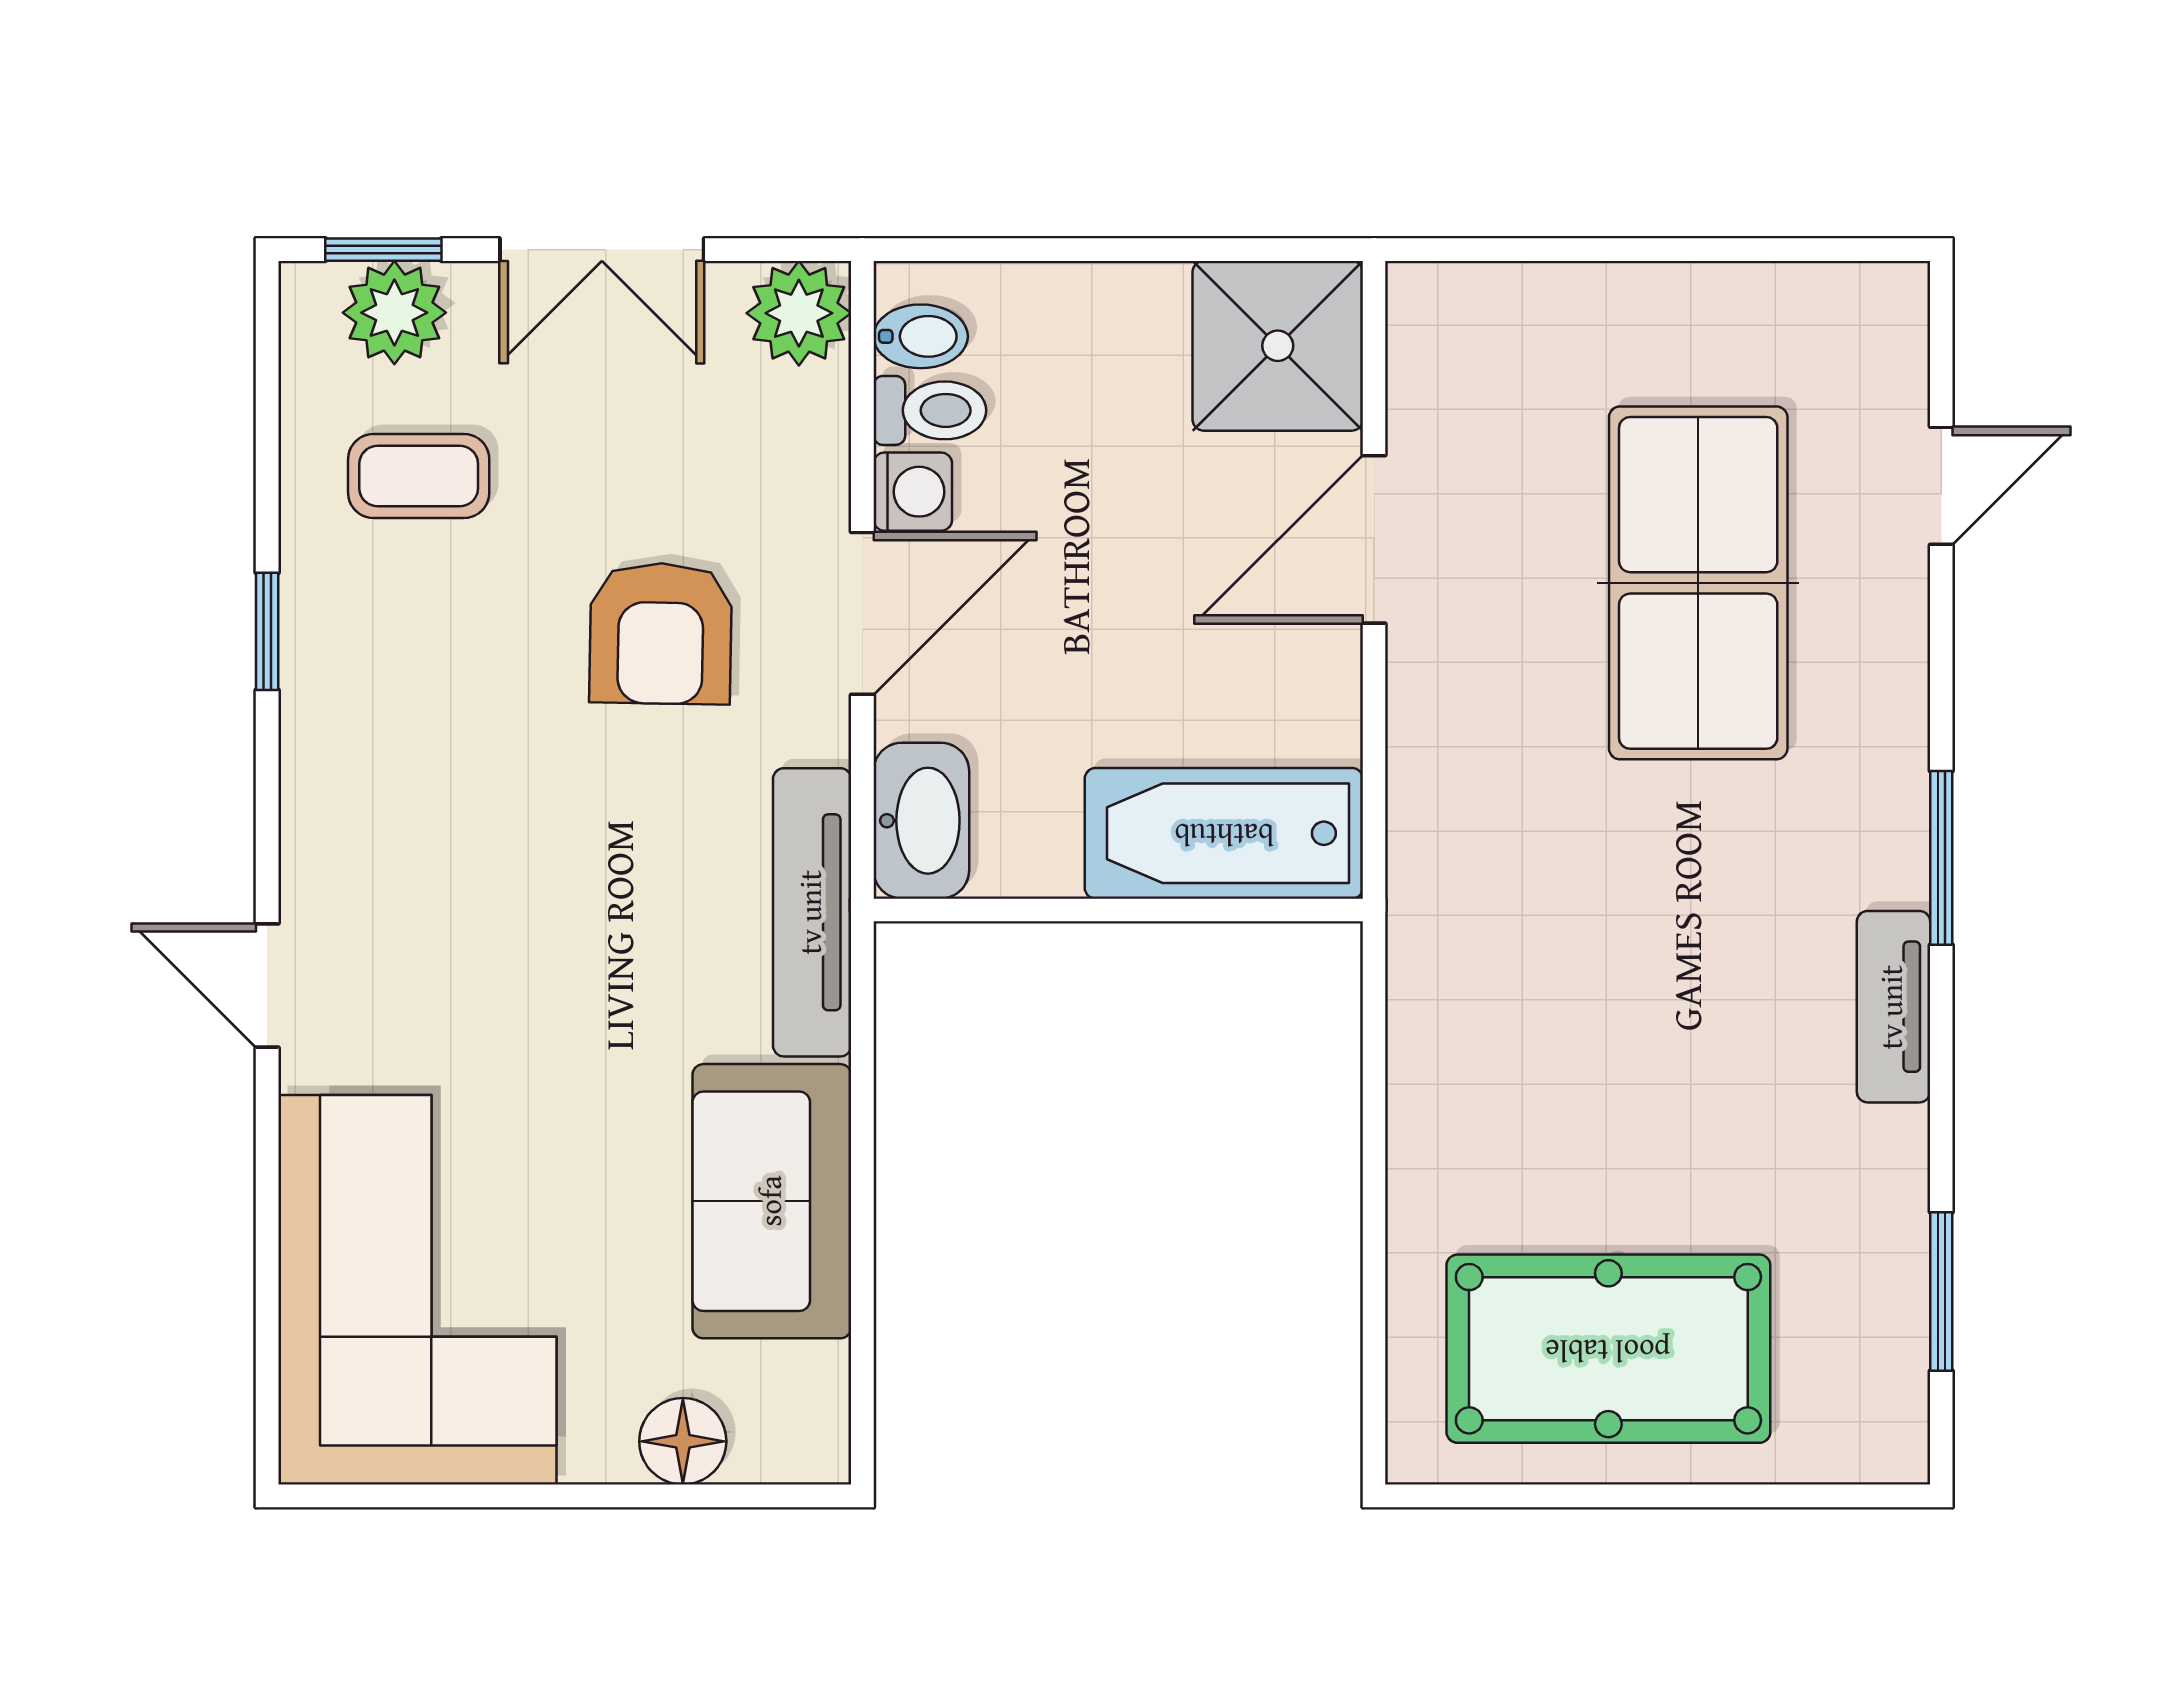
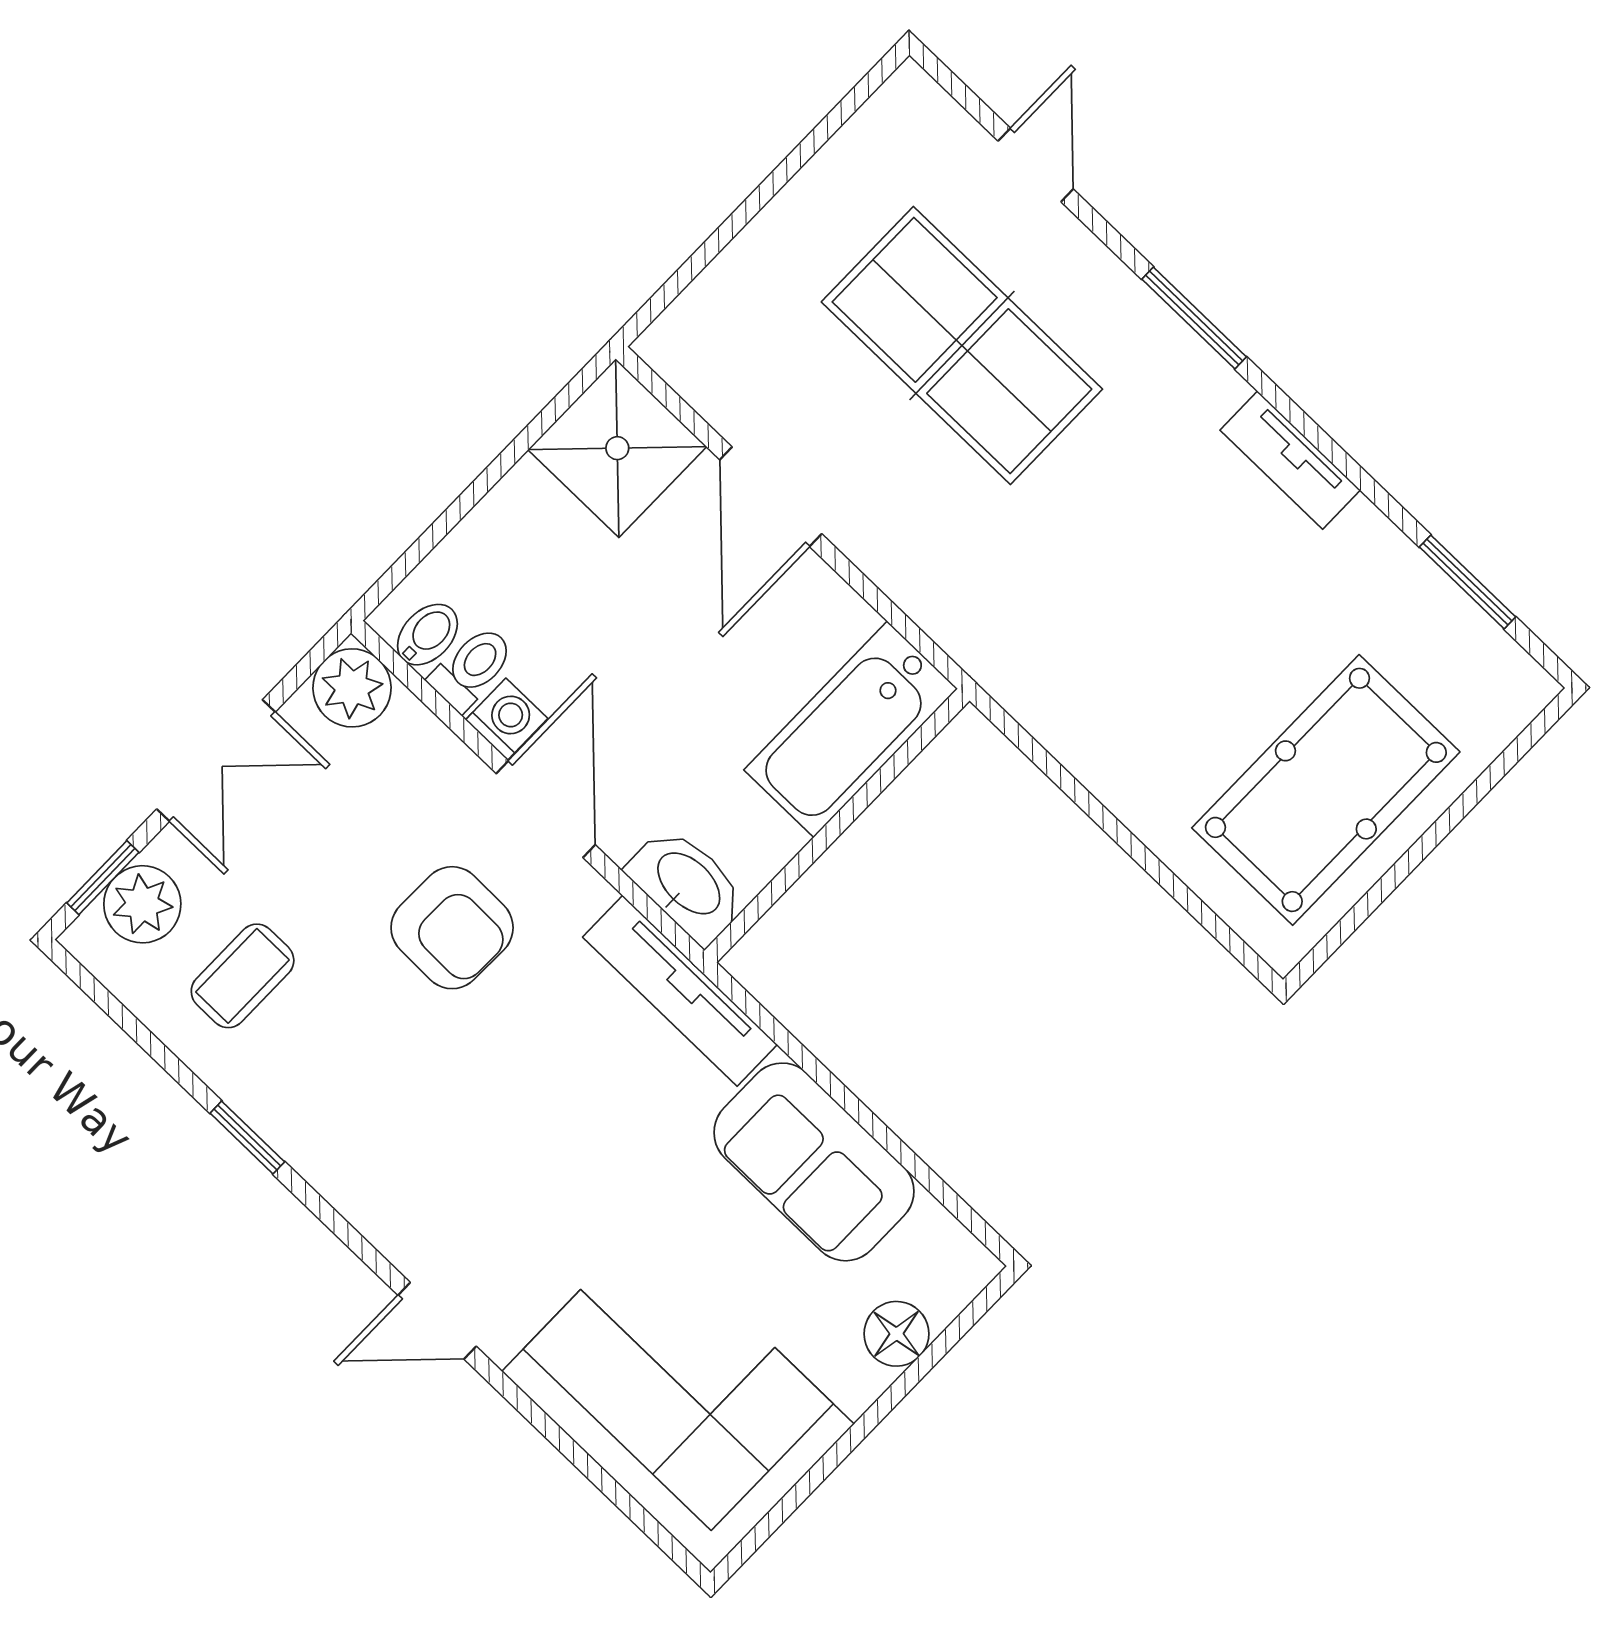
window: (1941, 858) -> (1194, 318), moved

